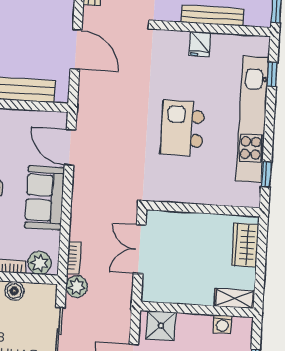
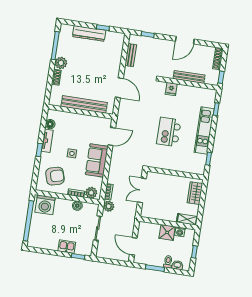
fridge: (200, 44) -> (171, 89), moved
kitchen unit: (252, 119) -> (204, 131), width x0.73
door: (70, 148) -> (112, 136), swing flipped
shower: (161, 326) -> (167, 232), moved

